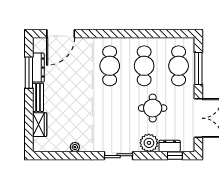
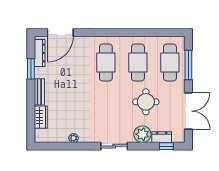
dresser: (38, 68) -> (40, 53), moved
window: (29, 73) -> (31, 69), width x0.69

